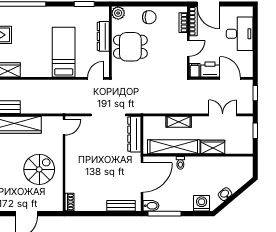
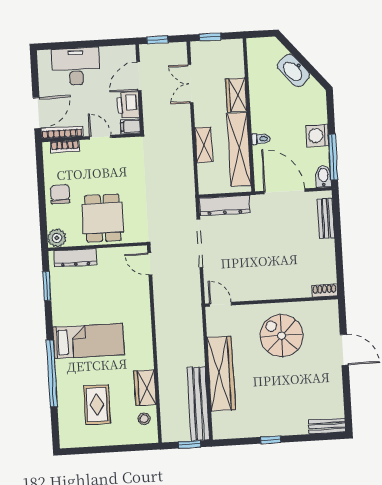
dresser: (103, 36) -> (75, 258), moved
bed: (64, 52) -> (88, 341), moved, turned 180
washbasin: (225, 194) -> (294, 70), width x1.91, depth x1.45
washing machine: (202, 203) -> (318, 136), moved

